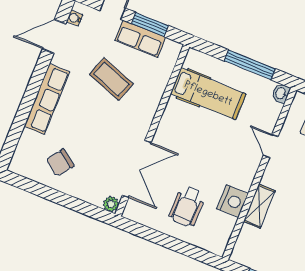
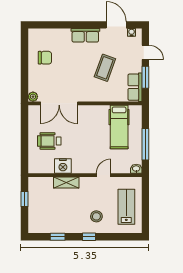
row of seats: (140, 39) -> (135, 87), moved
row of seats: (47, 99) -> (85, 35), width x0.68
chair: (60, 163) -> (45, 58), turned 143

